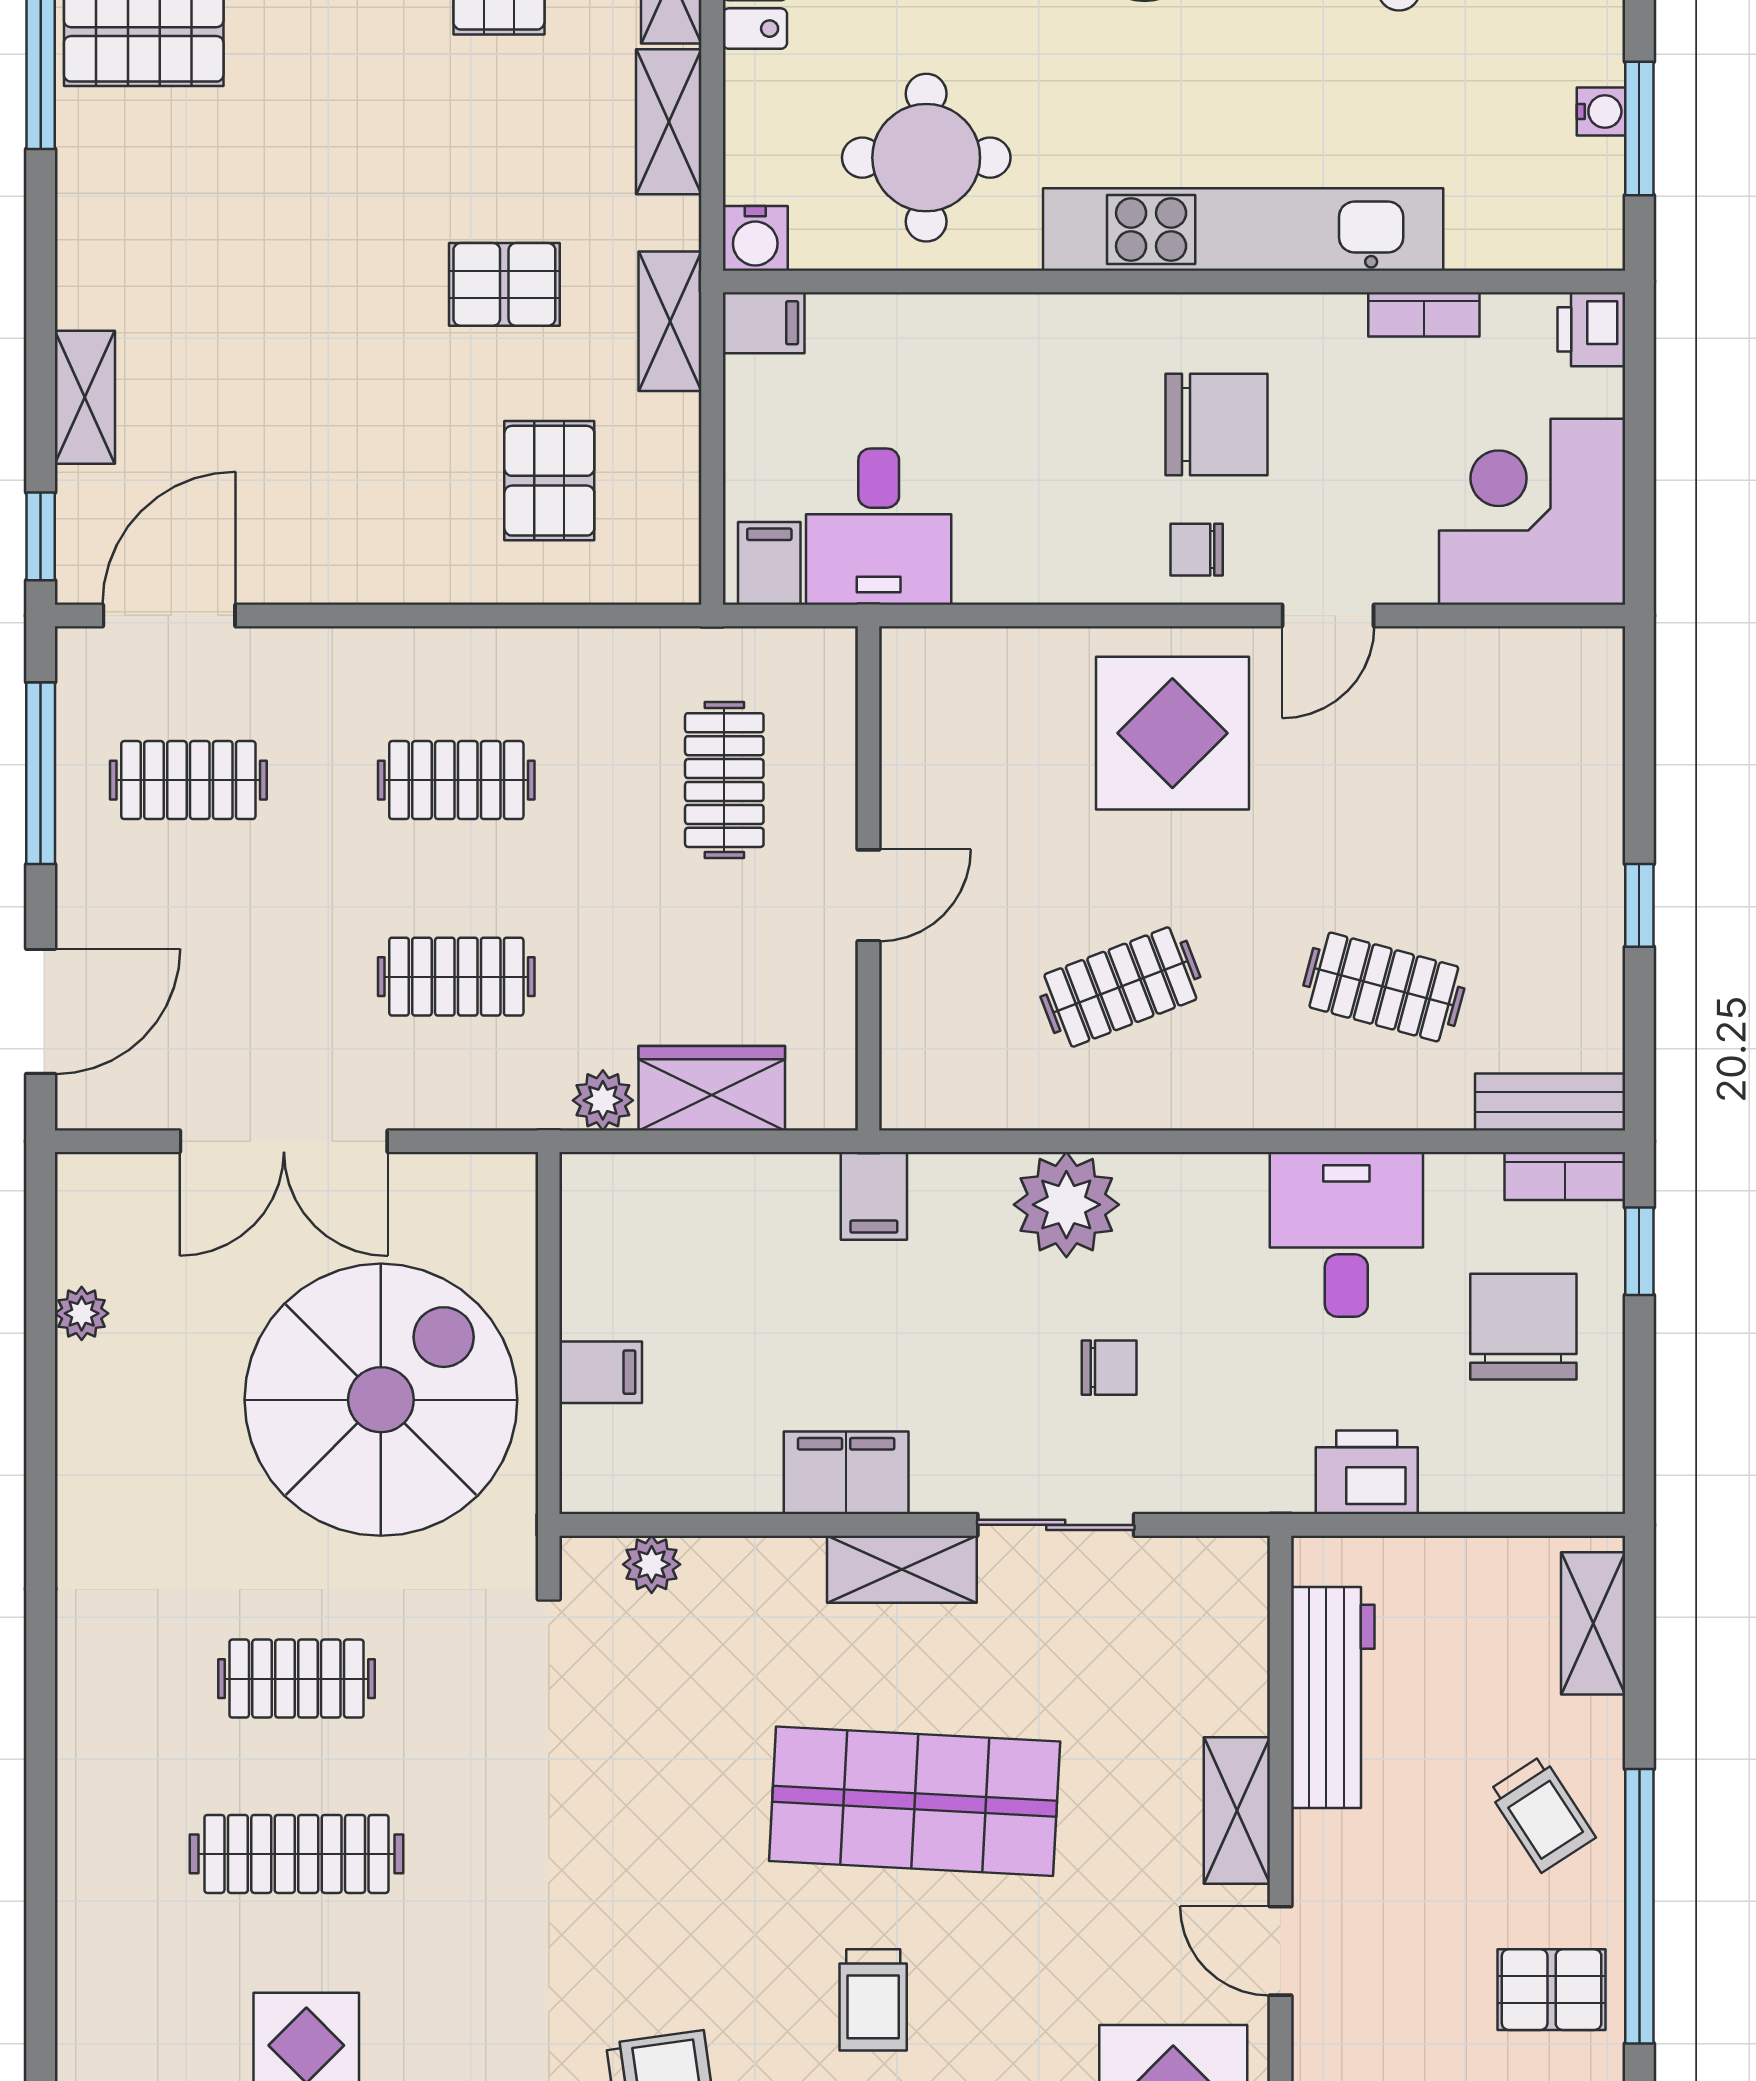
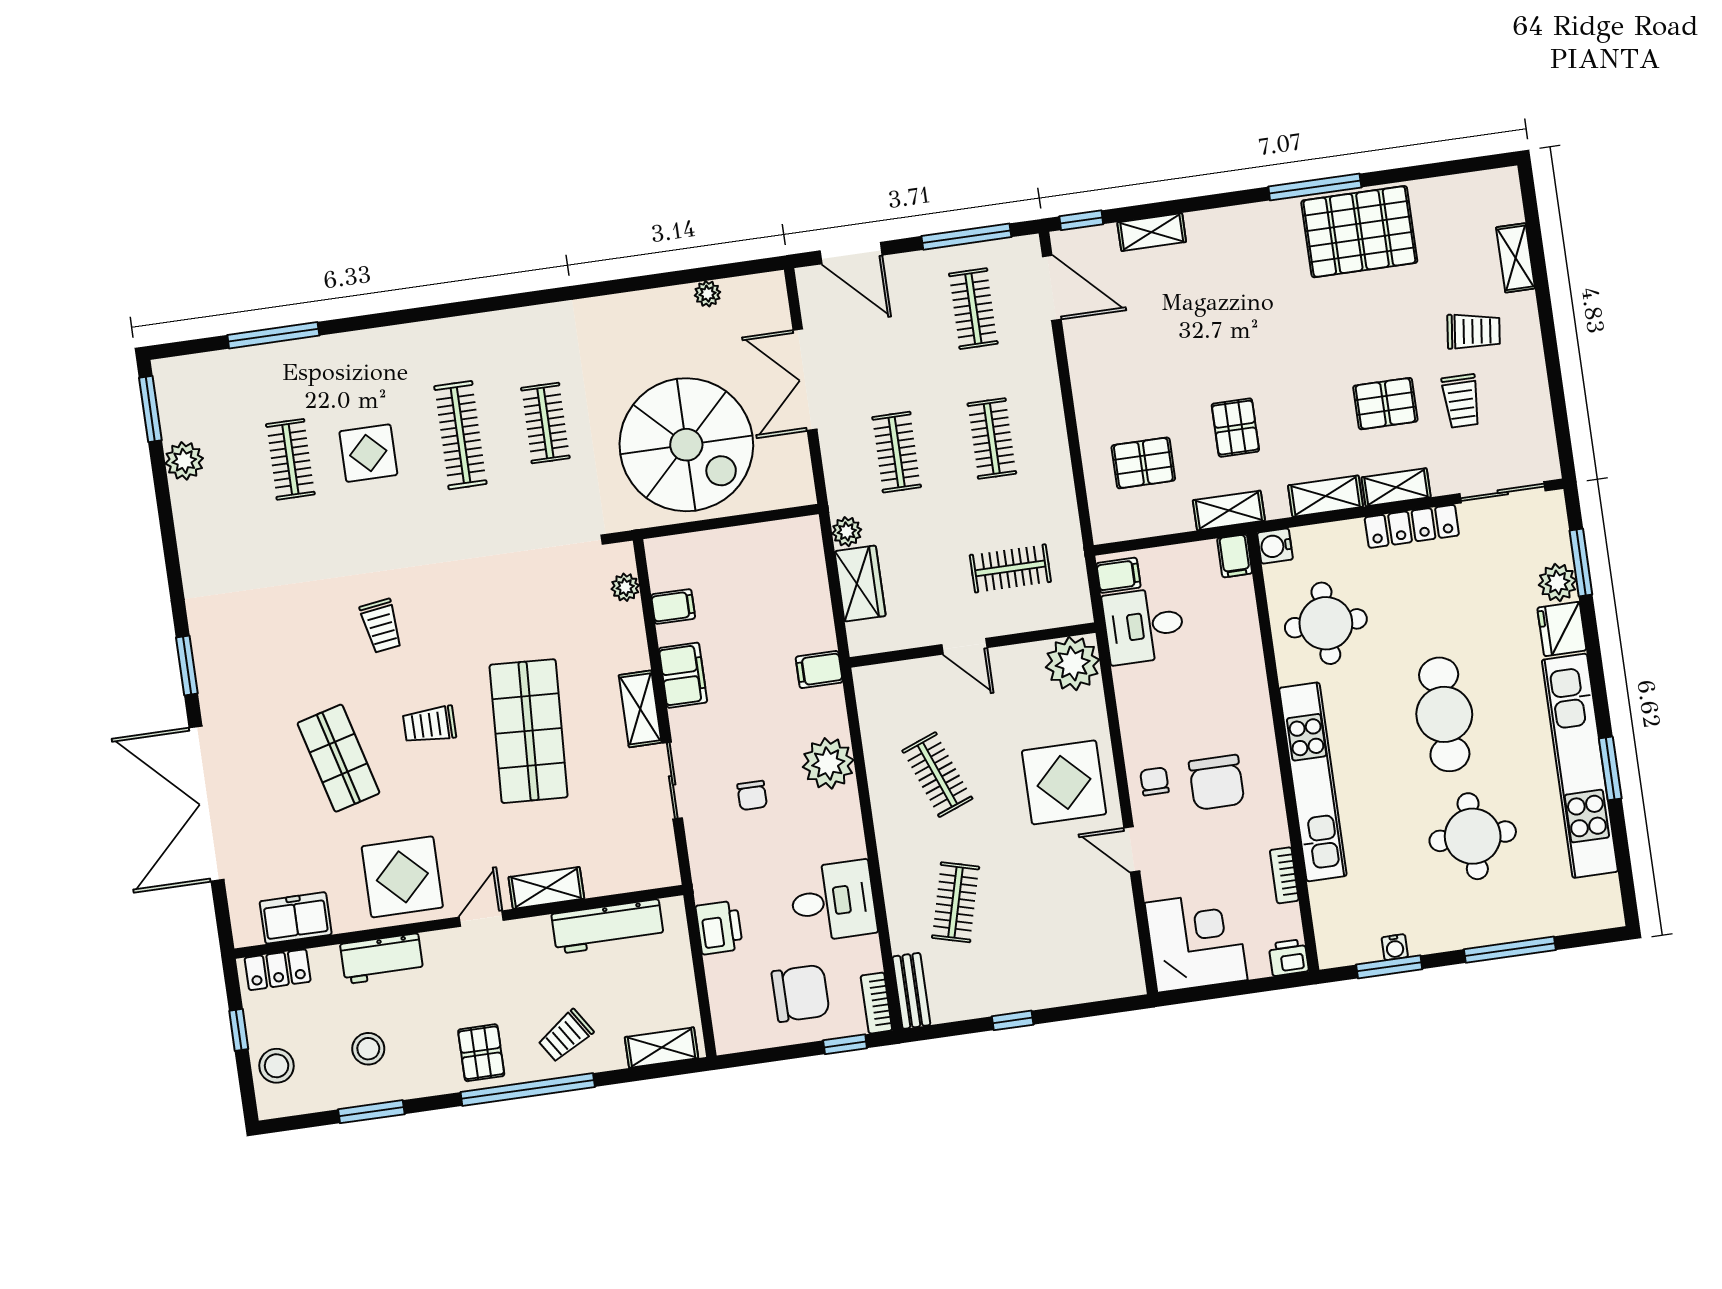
plant: (934, 681) -> (1073, 663), added
filing cabinet: (601, 1372) -> (673, 606), moved, turned -90

